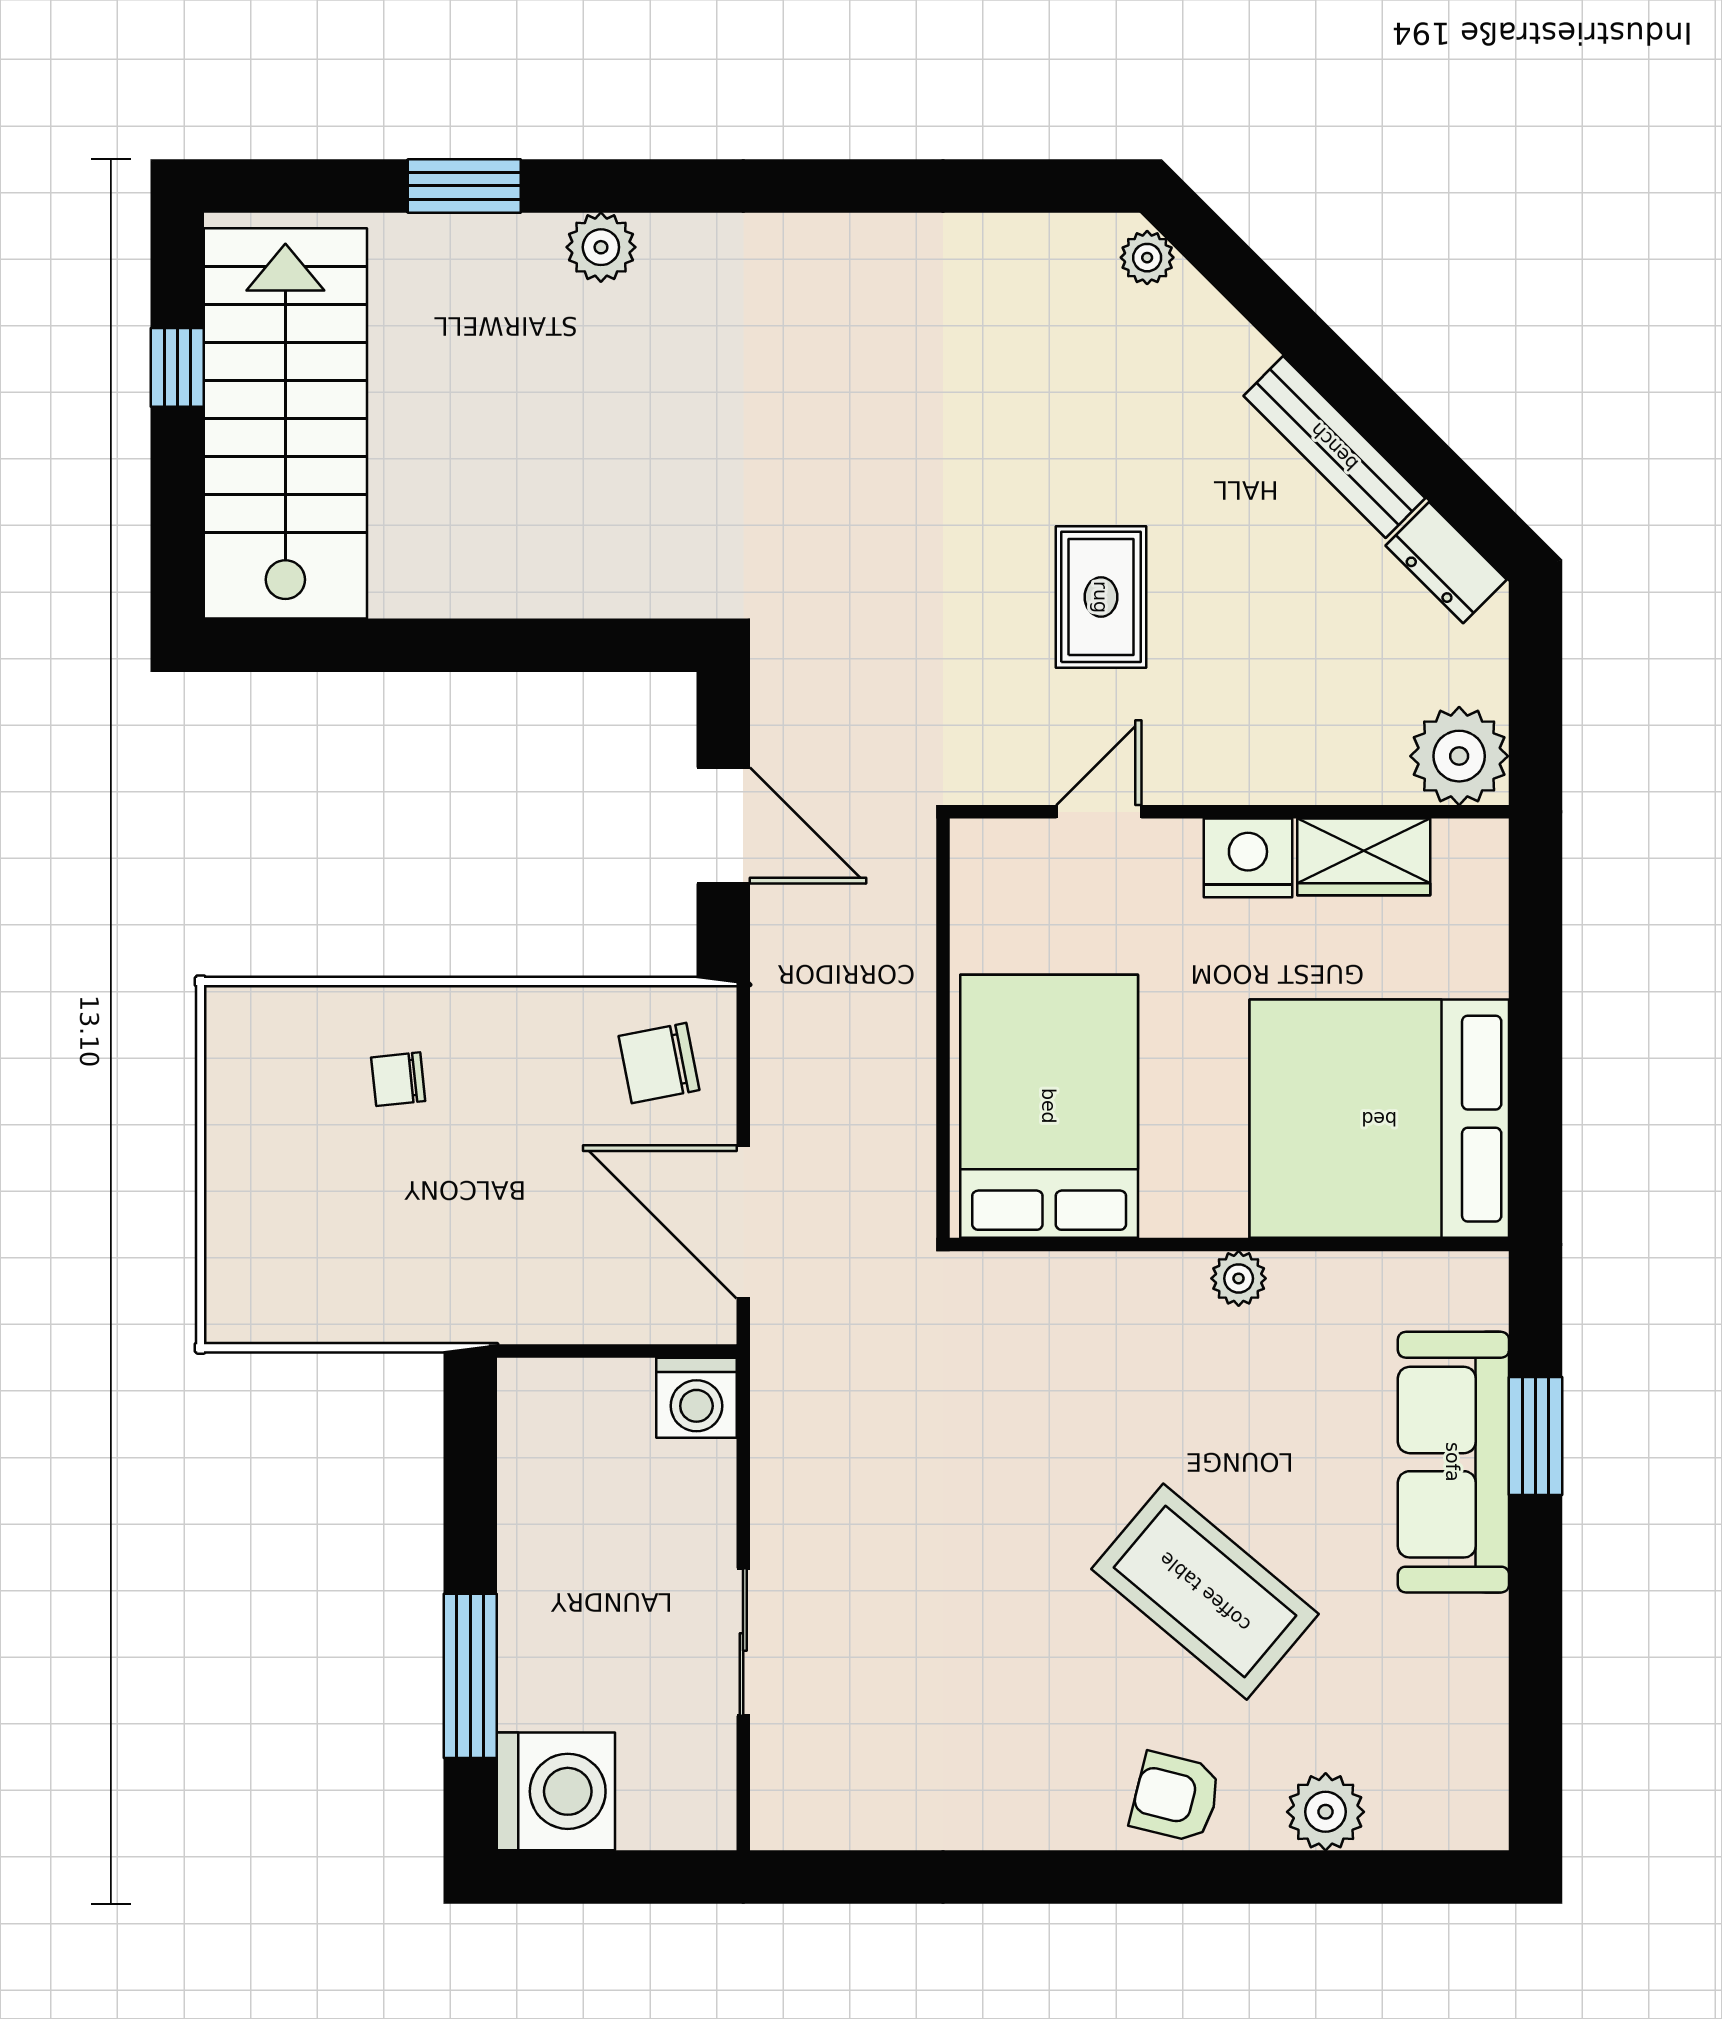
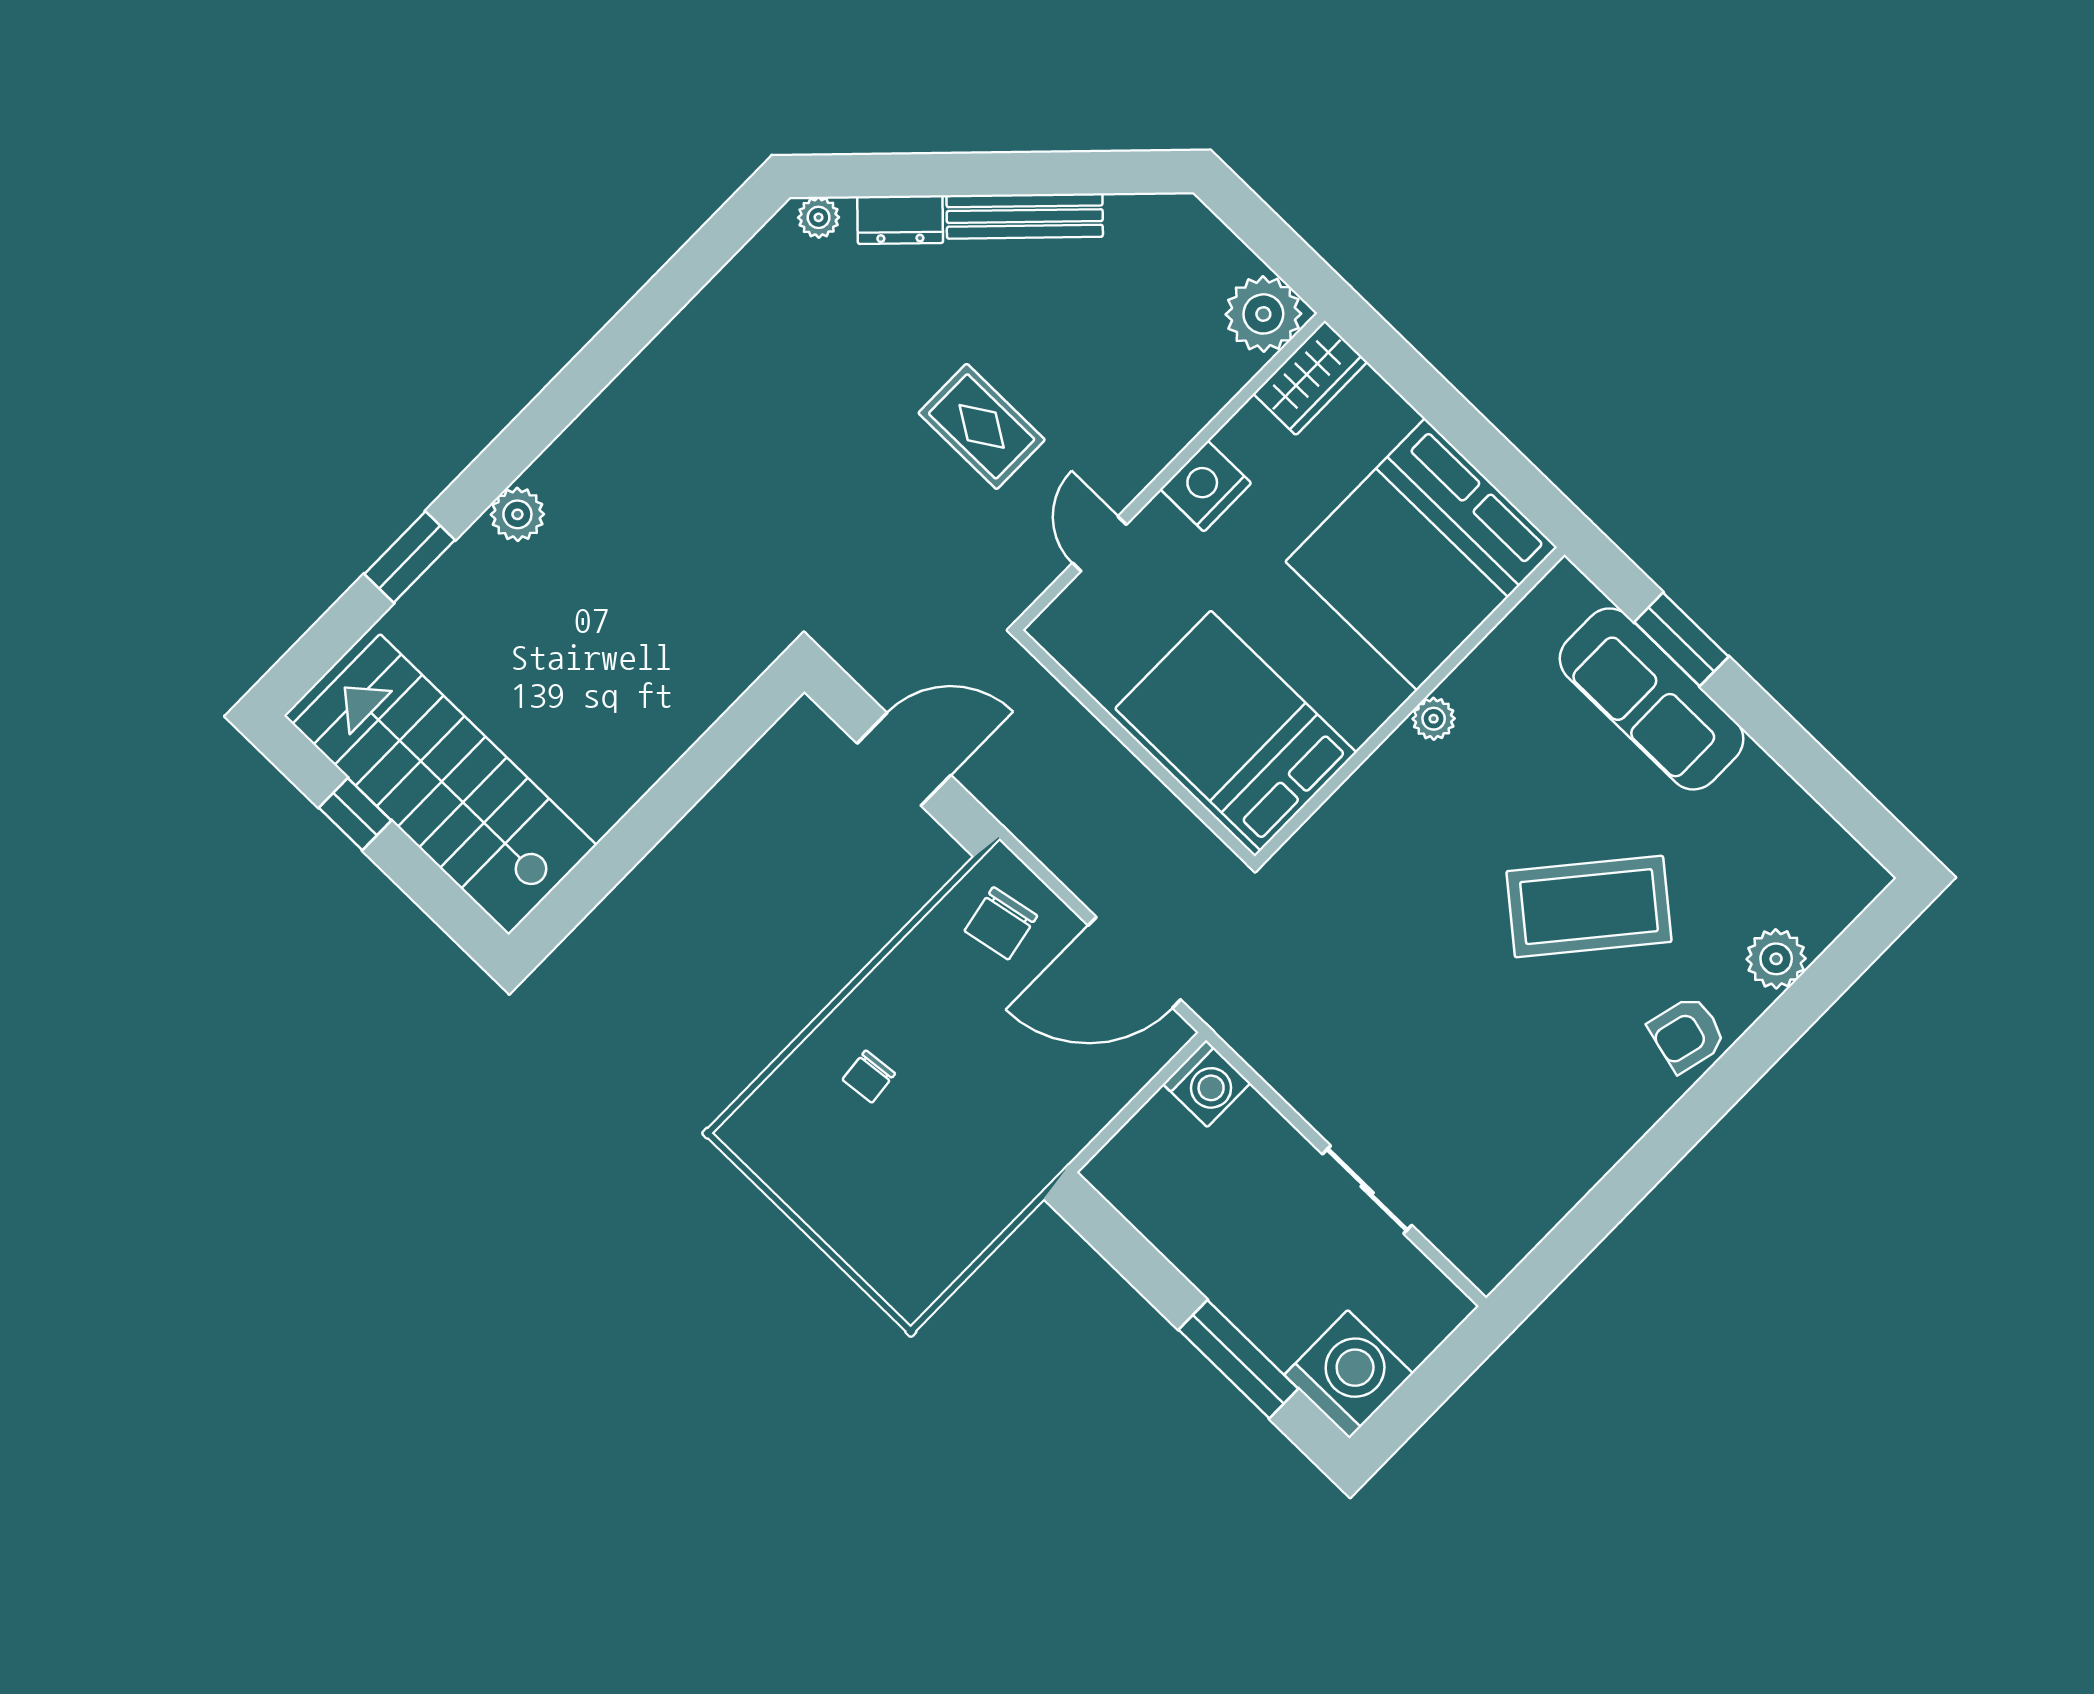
dresser: (1446, 563) -> (900, 220), moved
wardrobe: (1364, 857) -> (1310, 378), moved

